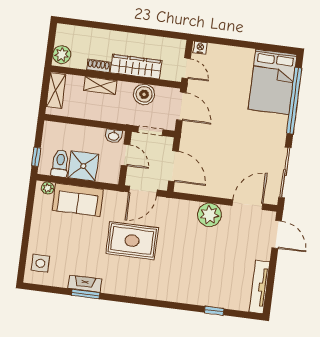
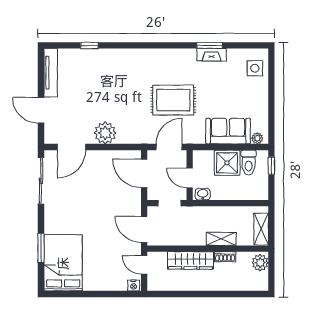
boiler: (144, 94) -> (180, 236), removed
window: (294, 101) -> (41, 248), width x0.47
door: (277, 234) -> (41, 110), moved

